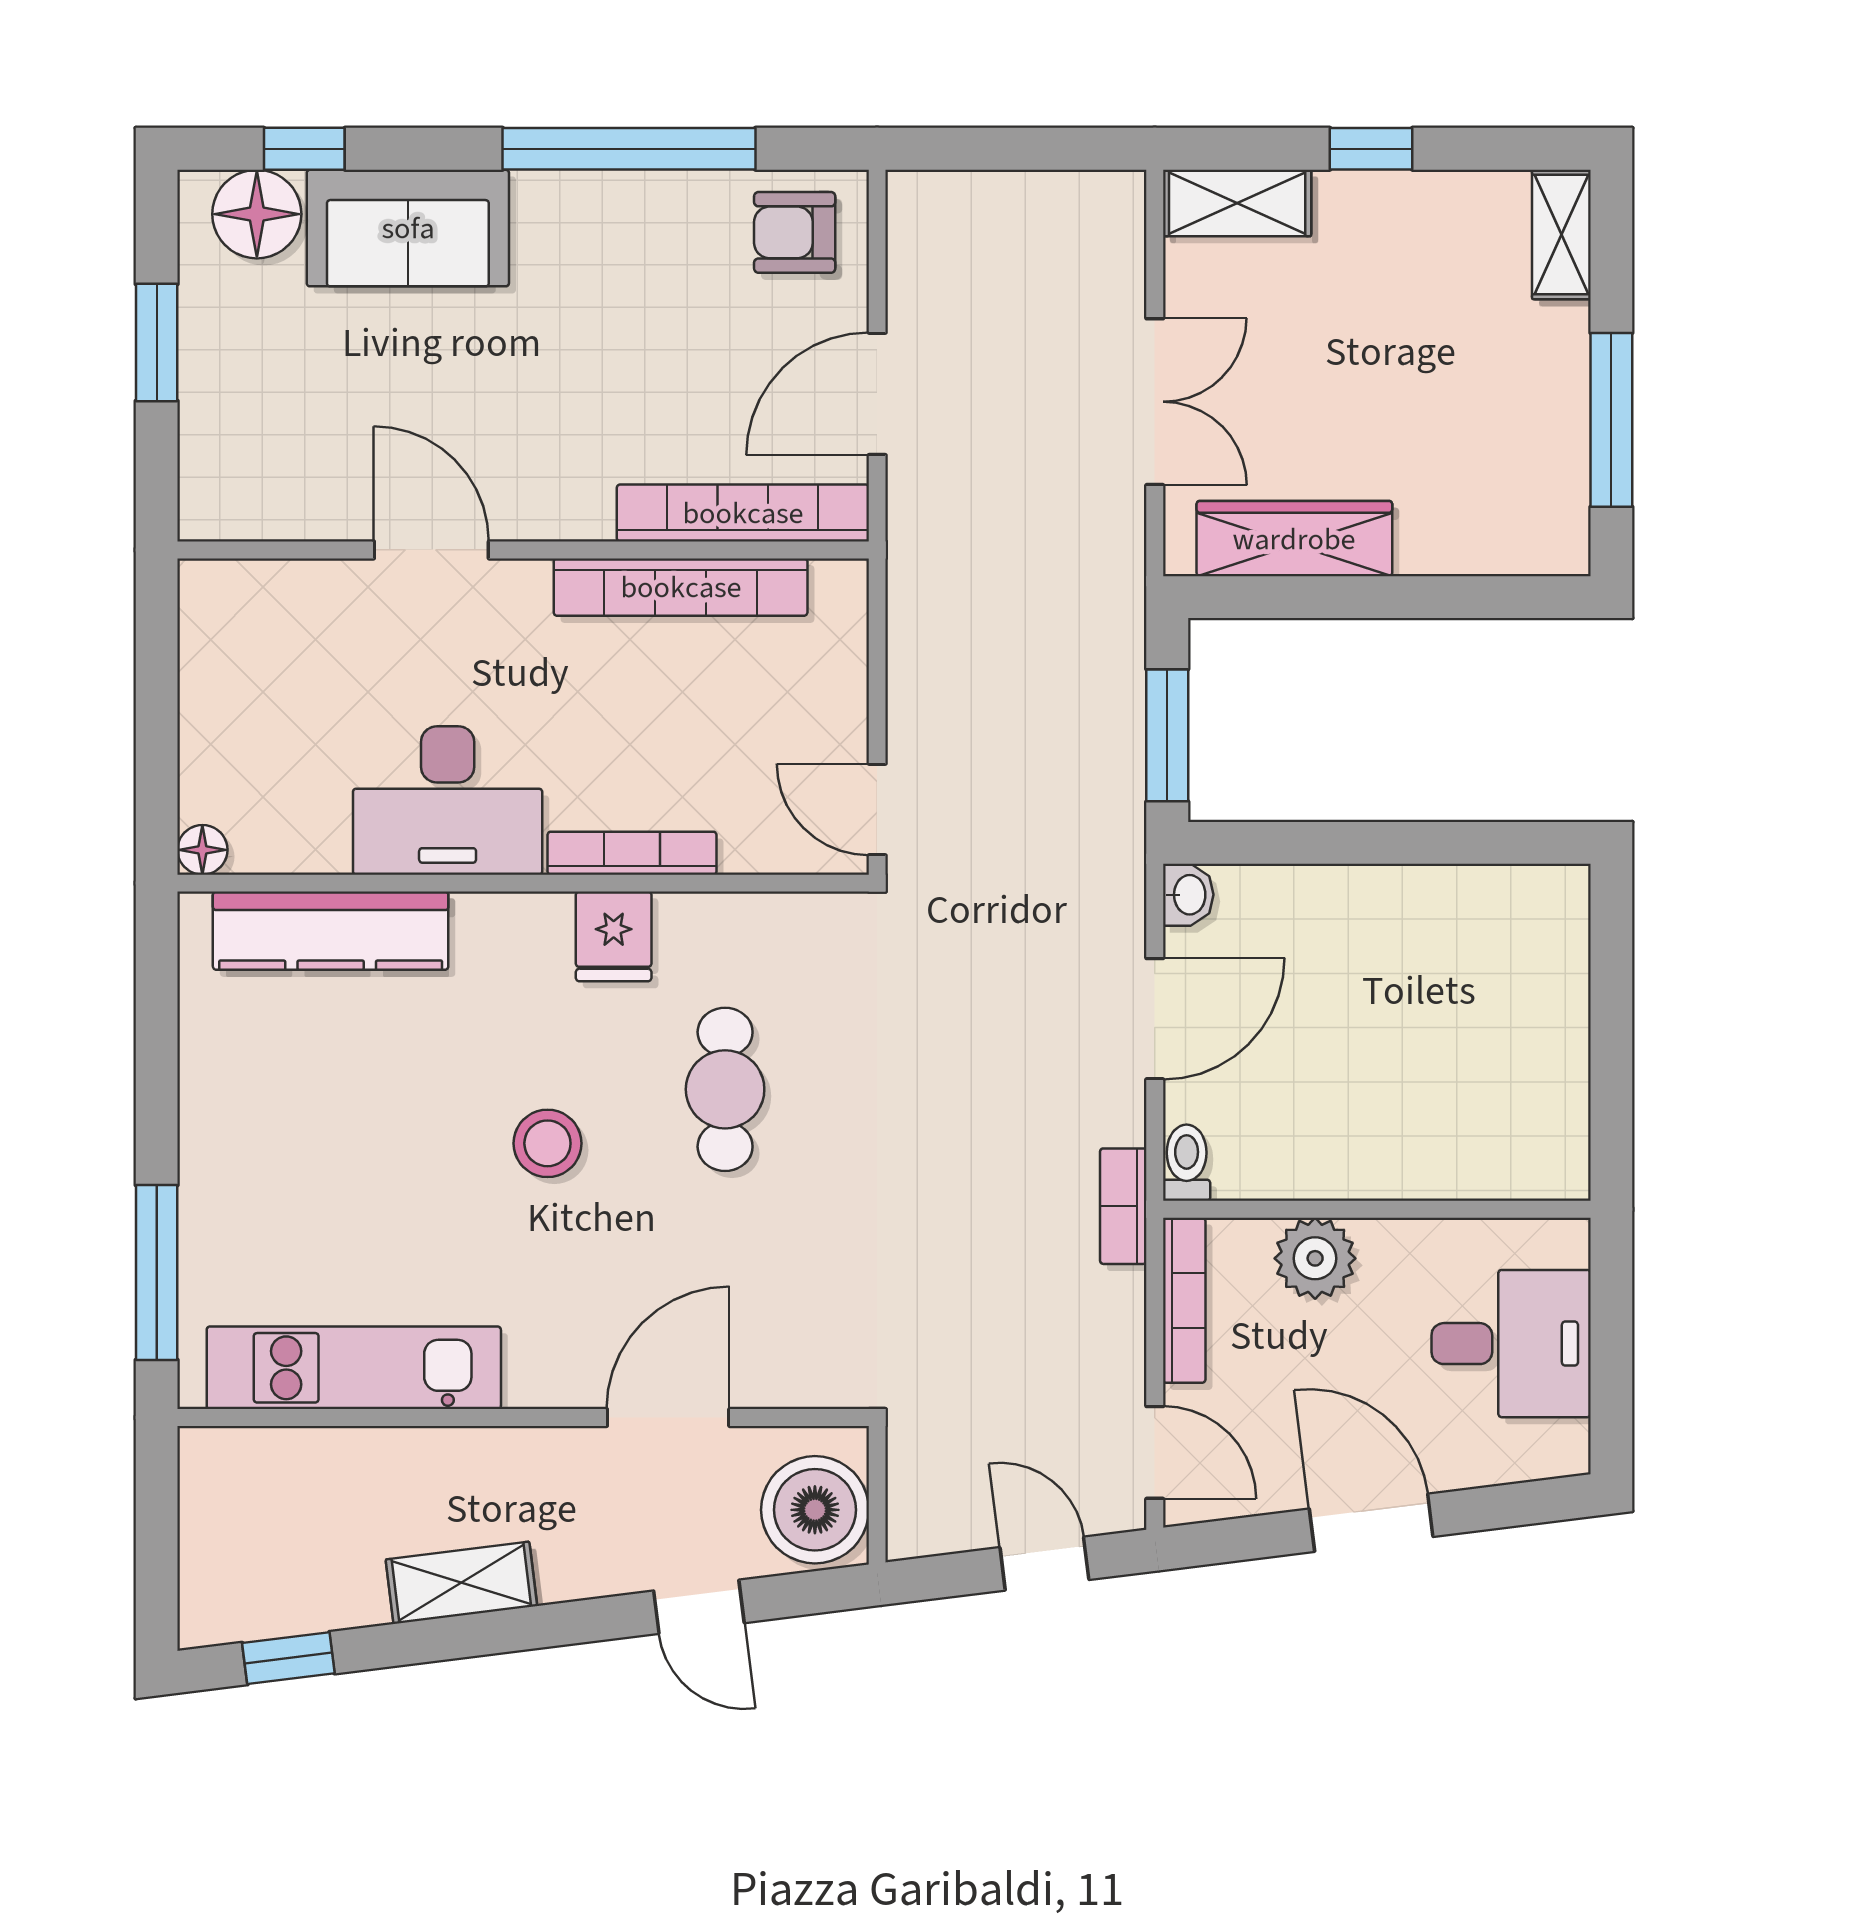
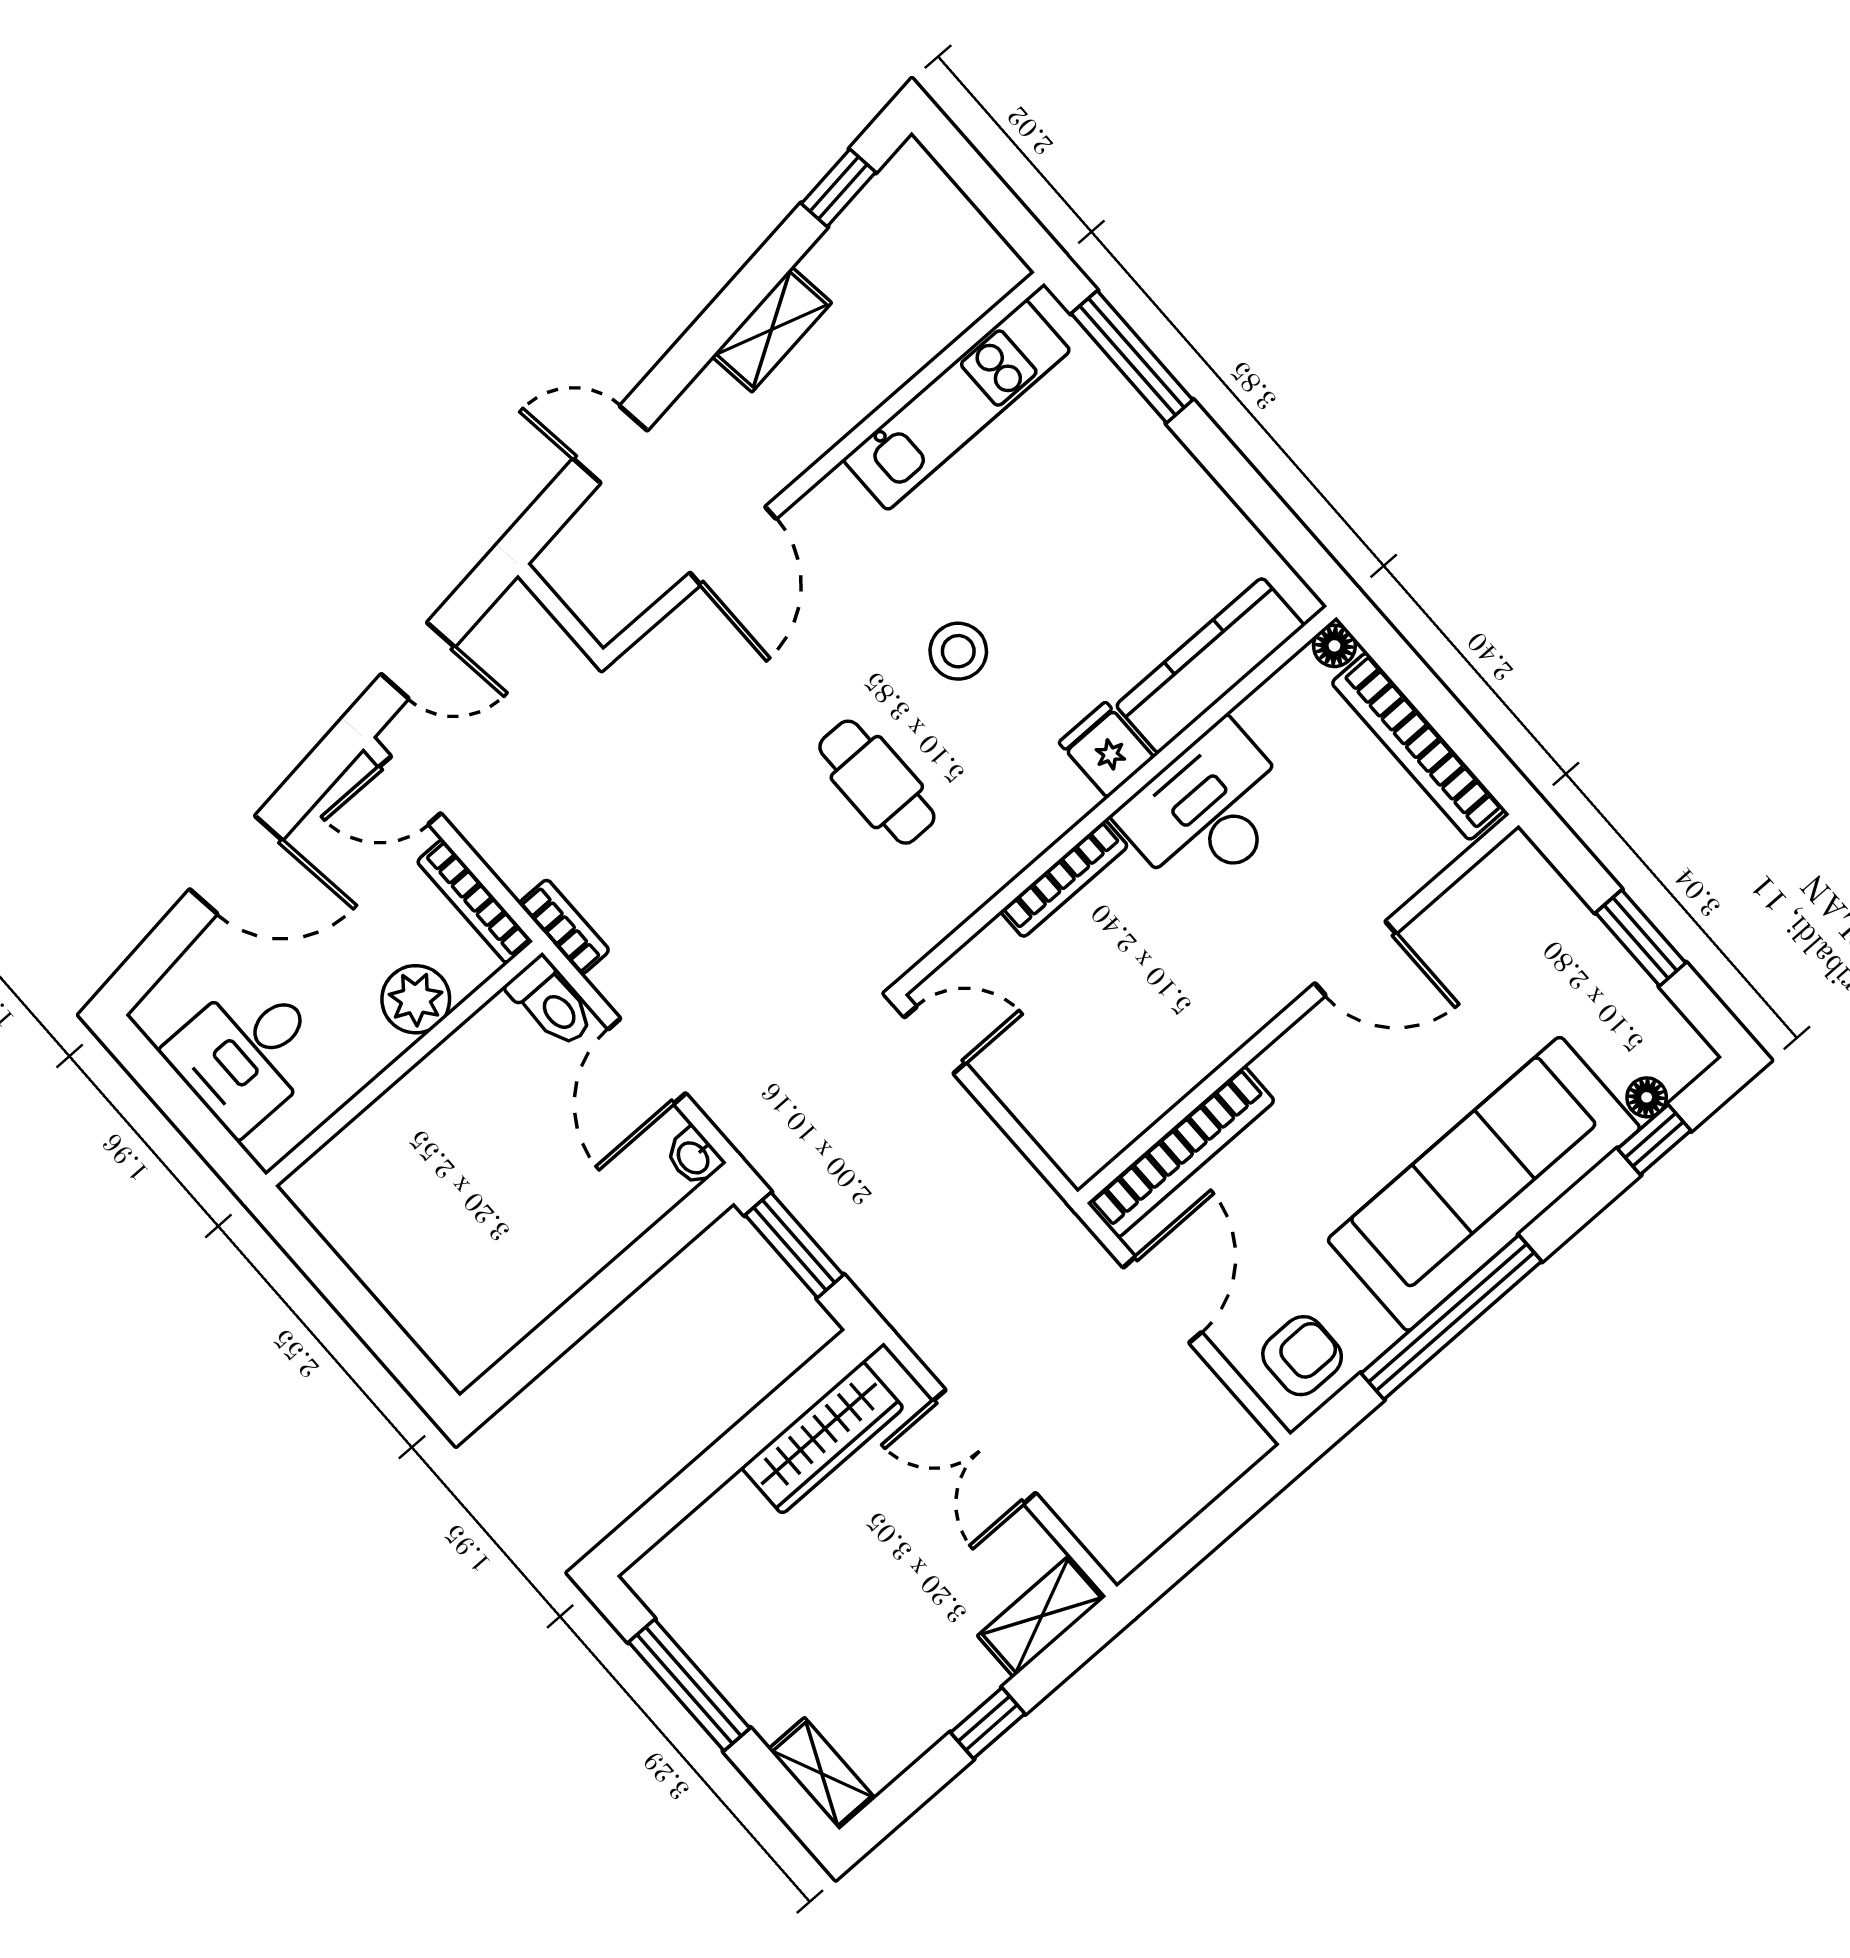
floor lamp: (257, 214) -> (1647, 1097), width x0.53, depth x0.53
sofa: (408, 228) -> (1484, 1184), width x1.85, depth x1.27
bookcase: (681, 587) -> (1418, 746), moved, turned -90
fridge: (614, 936) -> (1106, 750), moved
toilet: (1187, 1163) -> (551, 1003), width x1.37, depth x1.39
boiler: (815, 1510) -> (591, 569), removed

